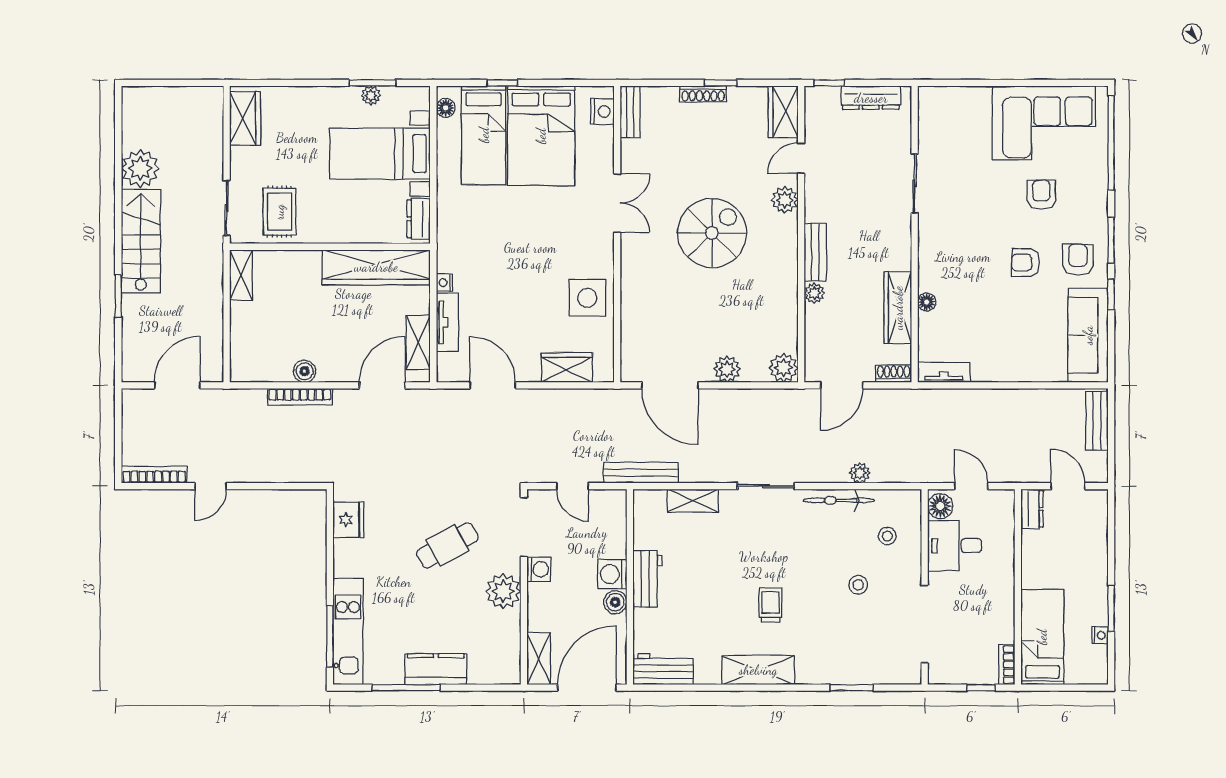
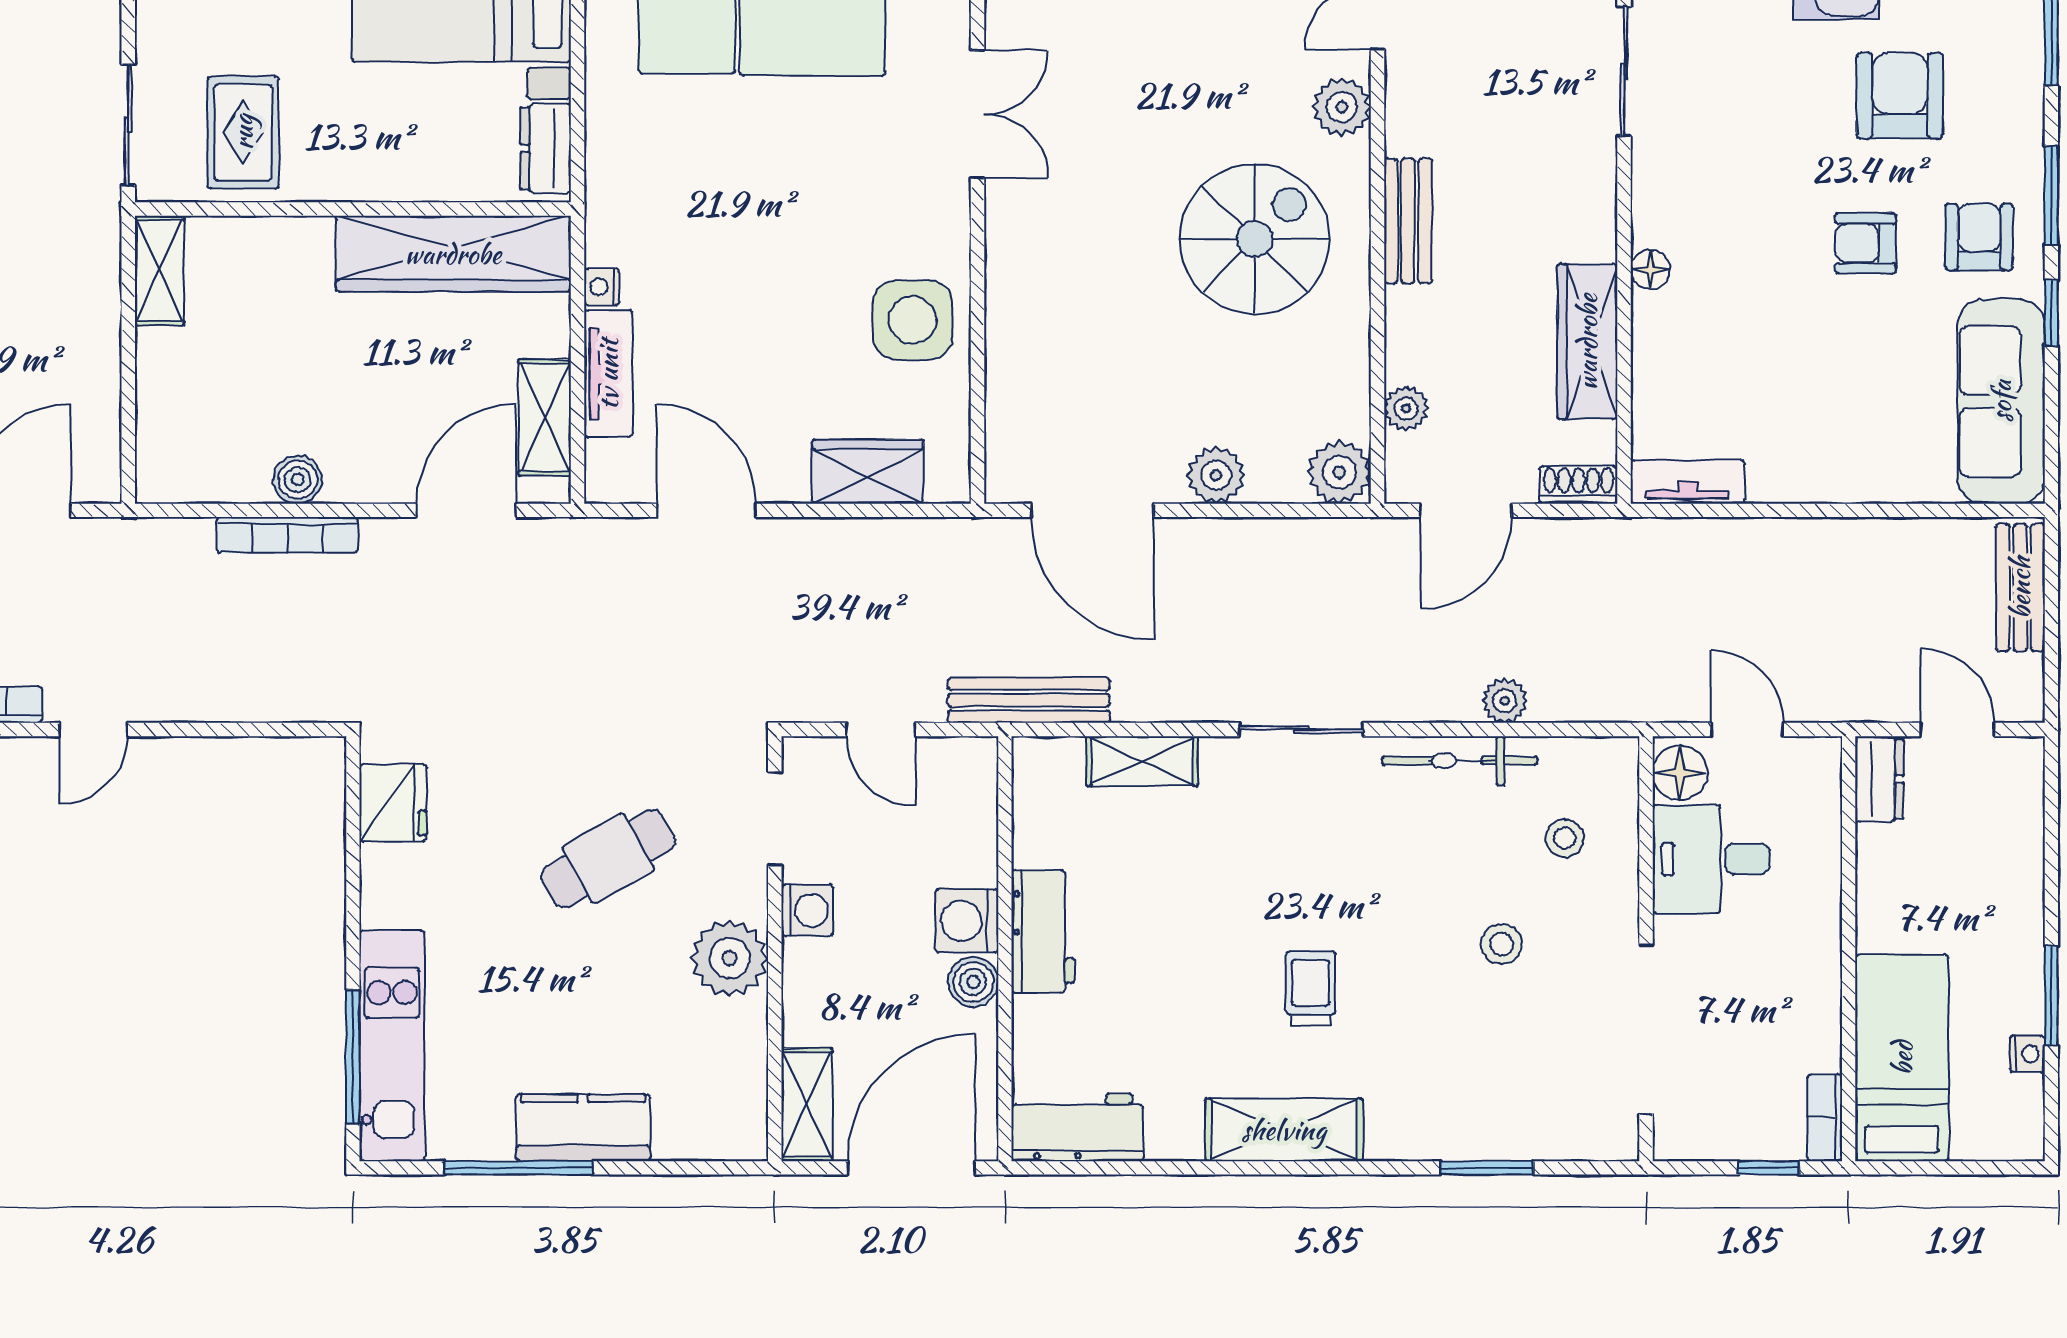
armchair: (1041, 195) -> (1900, 96), width x1.38, depth x1.38
spiral stairs: (712, 233) -> (1255, 239), moved
plant: (814, 293) -> (1406, 408), moved
floor lamp: (927, 302) -> (1650, 270), moved
doorway: (524, 527) -> (775, 819), width x0.73

